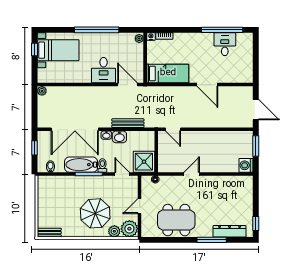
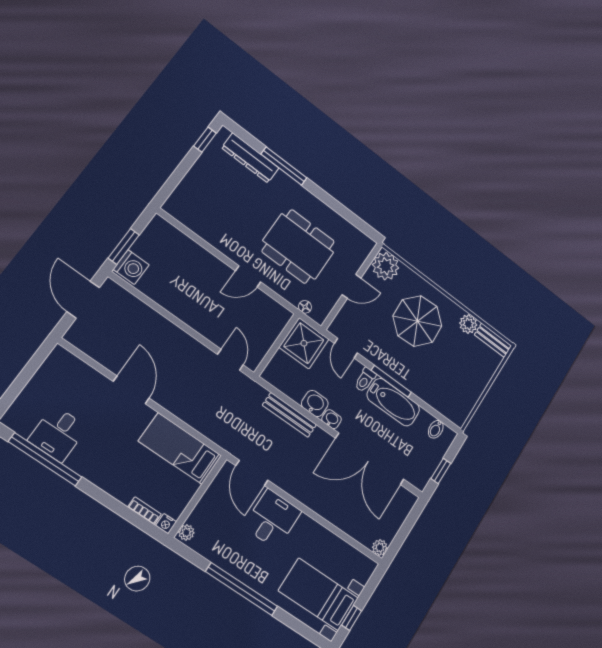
double door: (75, 129) -> (370, 459), swing flipped
washing machine: (246, 165) -> (131, 267), moved
dining table: (176, 220) -> (298, 246), moved
plant: (114, 231) -> (468, 324), moved

